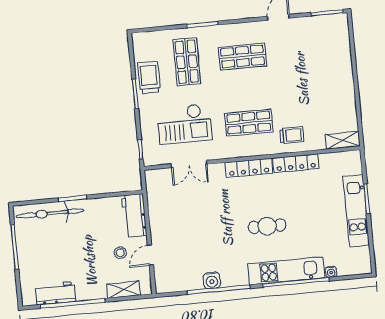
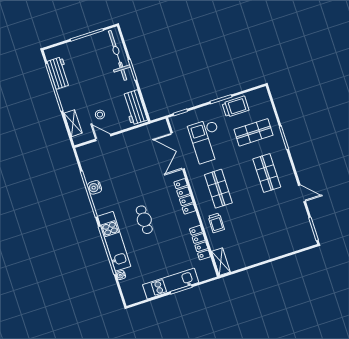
locker: (296, 163) -> (200, 243), moved
double door: (189, 164) -> (178, 151), width x1.37
workbench: (134, 215) -> (135, 107), moved, turned -90

